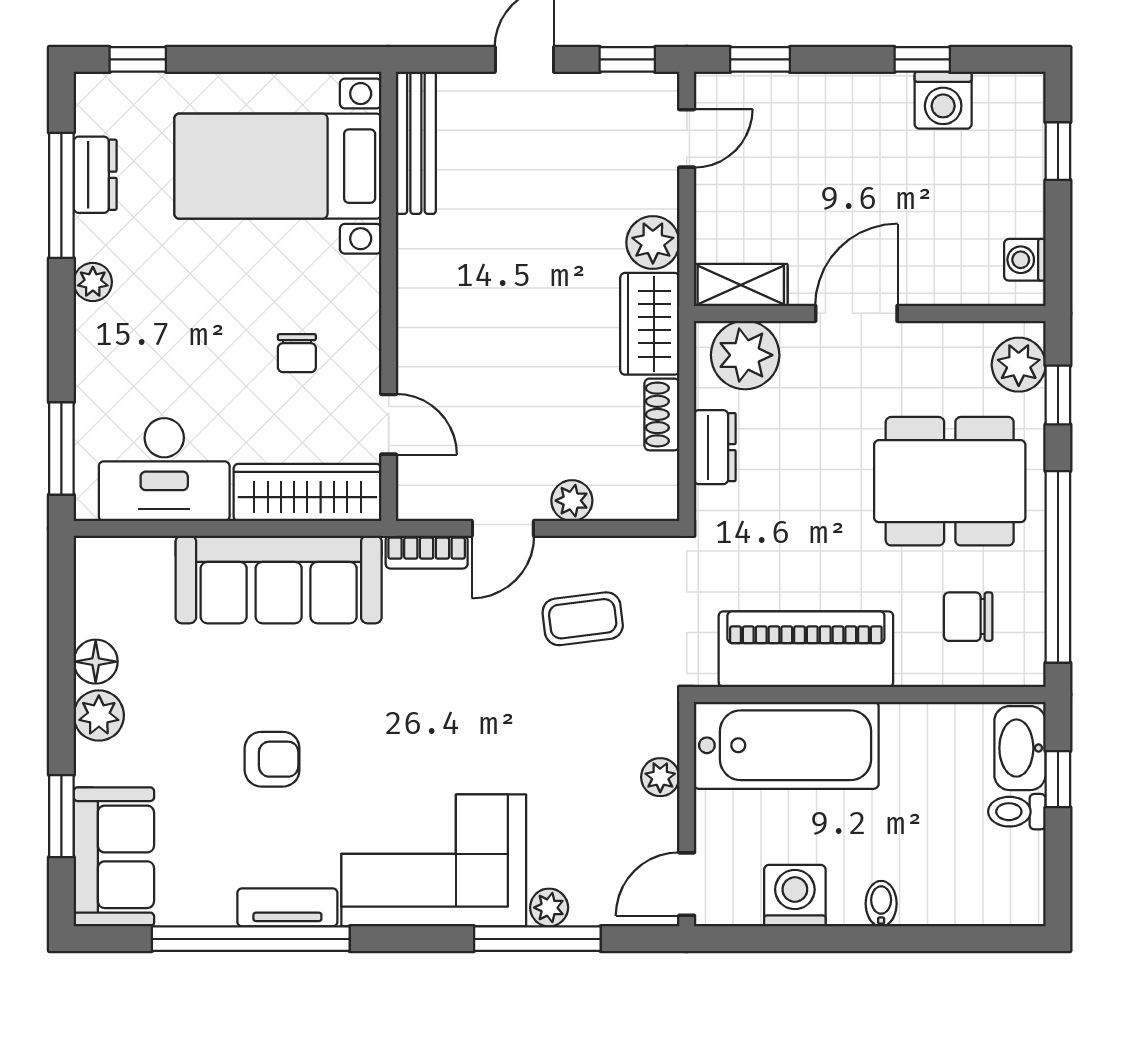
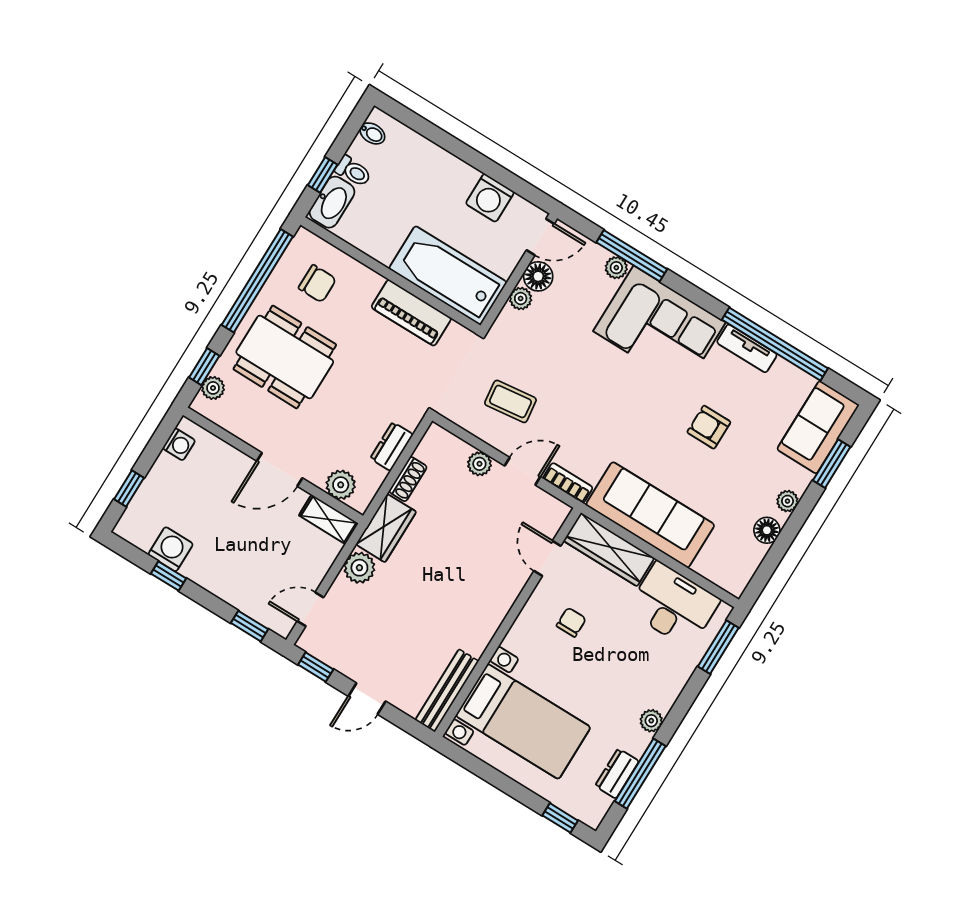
plant: (745, 355) -> (341, 485), width x0.73, depth x0.73
plant: (1019, 365) -> (213, 388), width x0.73, depth x0.73
piano: (806, 649) -> (411, 313), width x0.73, depth x0.75
plant: (99, 715) -> (787, 501), width x0.73, depth x0.73
floor lamp: (655, 825) -> (538, 276), added
bidet: (881, 904) -> (372, 133), moved, turned -90

